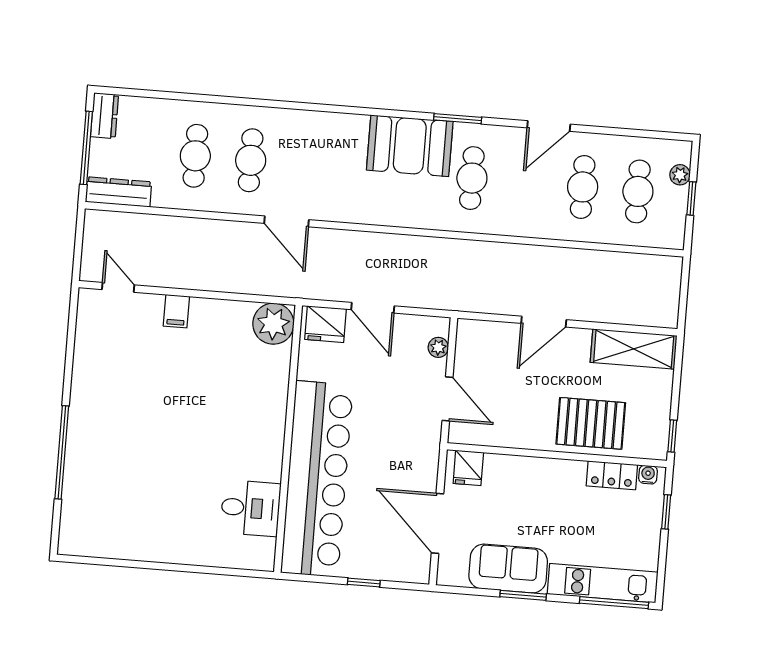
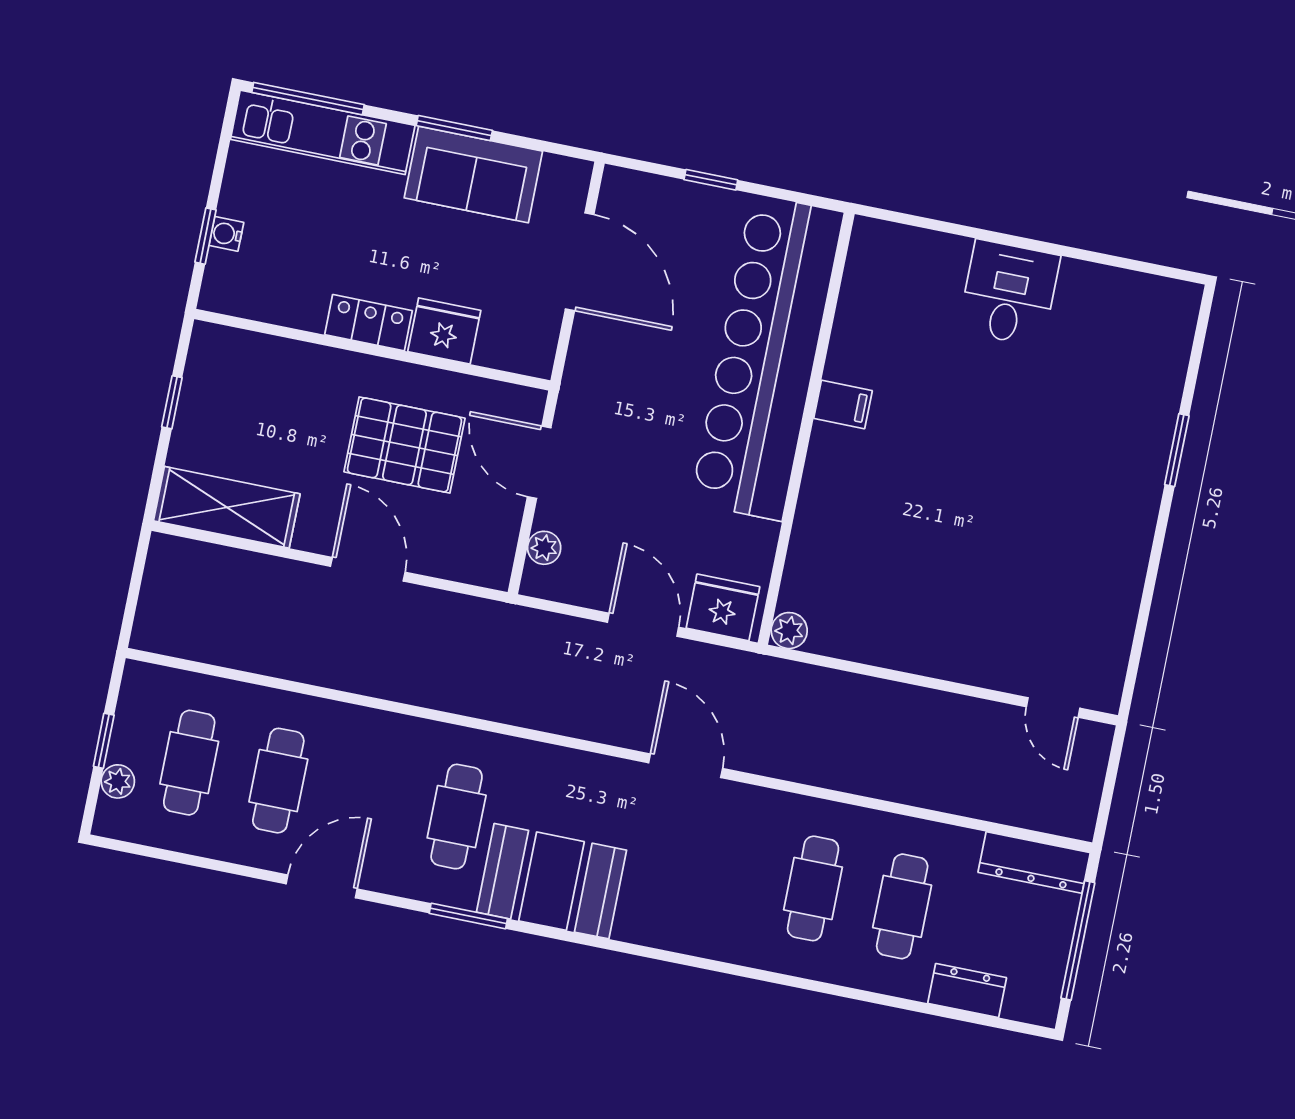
dresser: (105, 116) -> (967, 990), moved, turned 90
door: (286, 221) -> (686, 766), moved
filing cabinet: (176, 311) -> (843, 404), moved, turned 90
door: (544, 322) -> (368, 569), hinge flipped
plant: (273, 324) -> (789, 631), width x0.53, depth x0.53
pallet: (591, 423) -> (405, 445), moved
window: (672, 436) -> (172, 402), moved
window: (62, 452) -> (1177, 450), width x0.47
fridge: (468, 468) -> (444, 331), moved, width x1.38
locker: (612, 475) -> (368, 323), moved
water cooler: (648, 475) -> (226, 234), moved, turned 90
desk: (250, 508) -> (1009, 293), moved, turned 90

